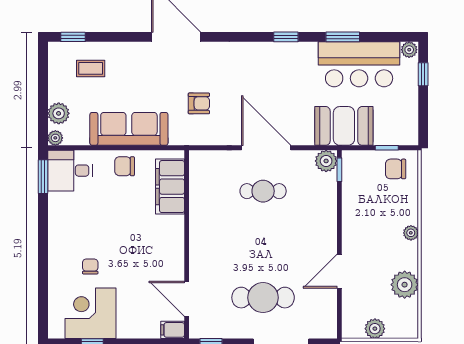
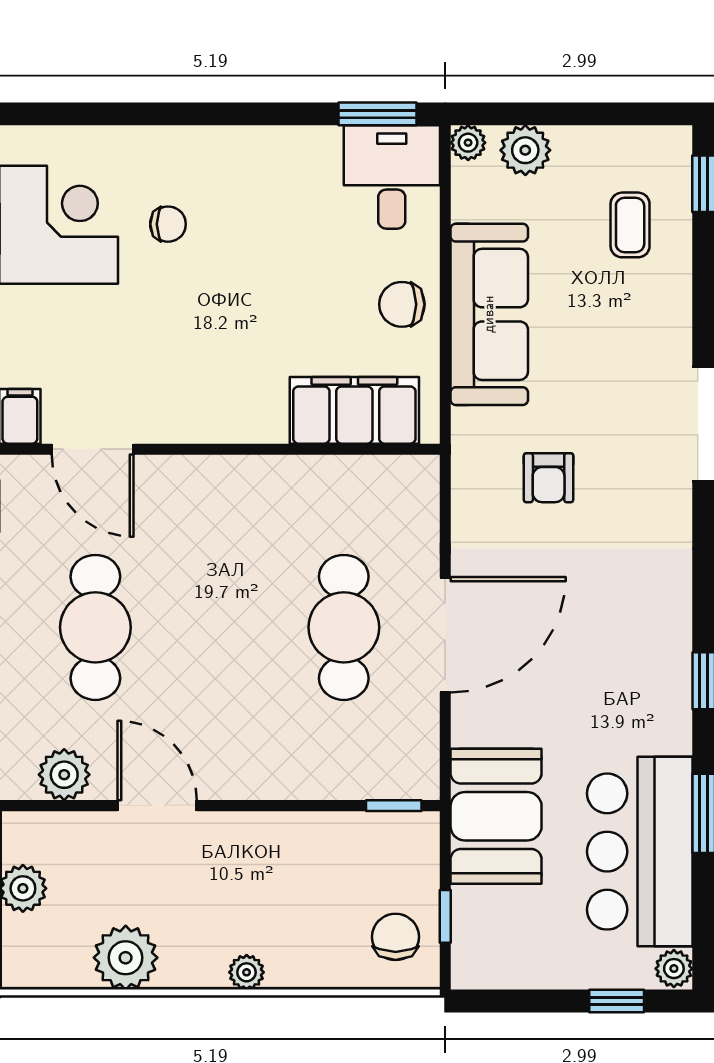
plant: (326, 161) -> (64, 775), moved
chair: (125, 166) -> (402, 304), turned -90
cafe table: (263, 191) -> (344, 627), width x1.37, depth x1.35
door: (187, 299) -> (93, 449), swing flipped

